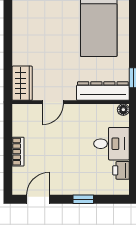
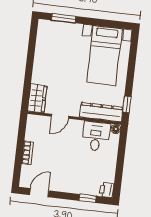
desk: (112, 144) -> (96, 136), moved, turned -90
printer: (121, 170) -> (107, 190), moved
window: (83, 199) -> (88, 198), moved

